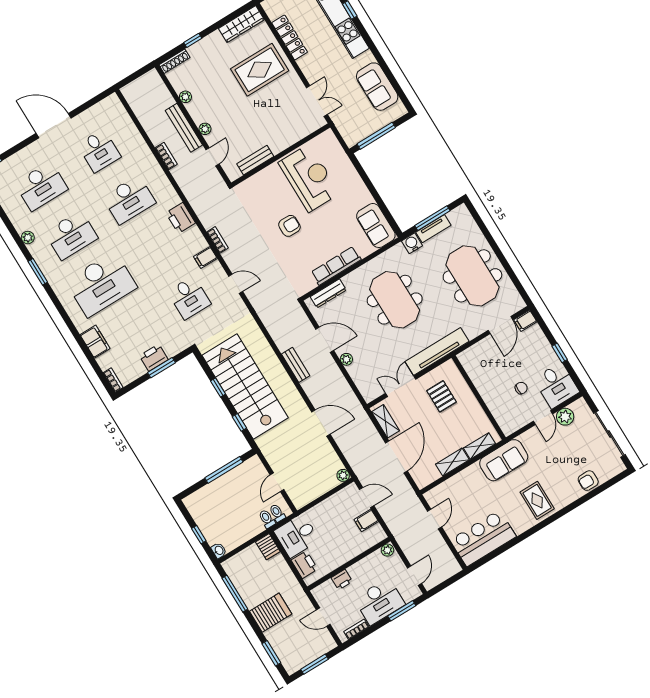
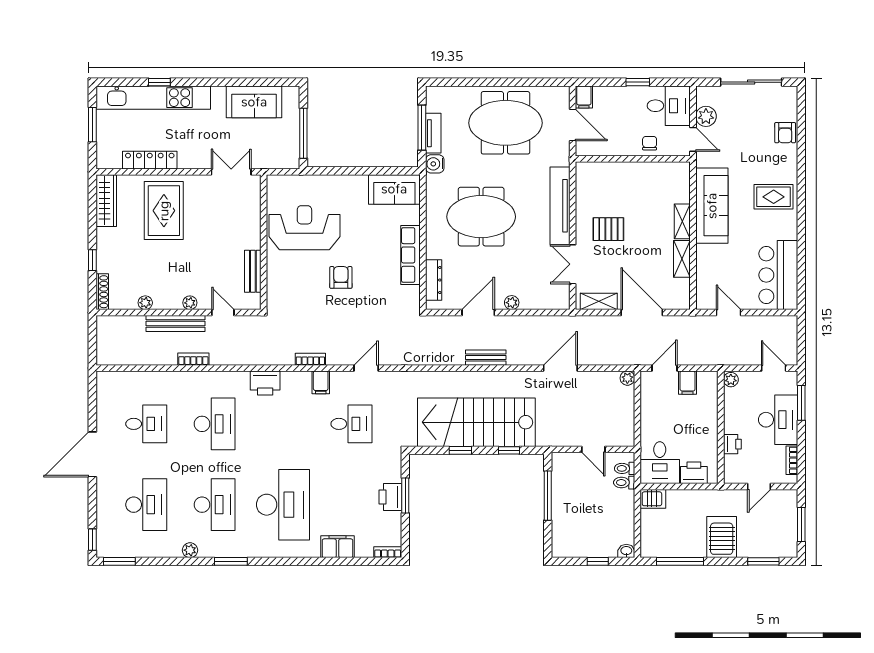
wall: (479, 398) -> (633, 159), moved
sofa: (504, 460) -> (712, 206), width x1.36

